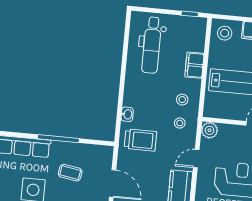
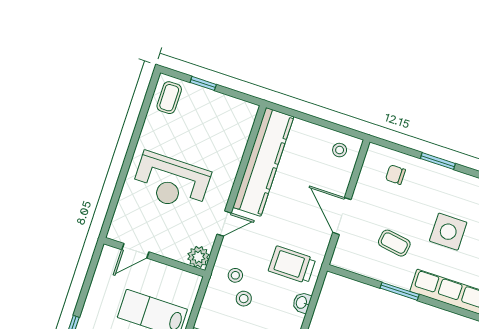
stool: (182, 100) -> (244, 299), moved
window: (58, 139) -> (400, 291), width x0.69

